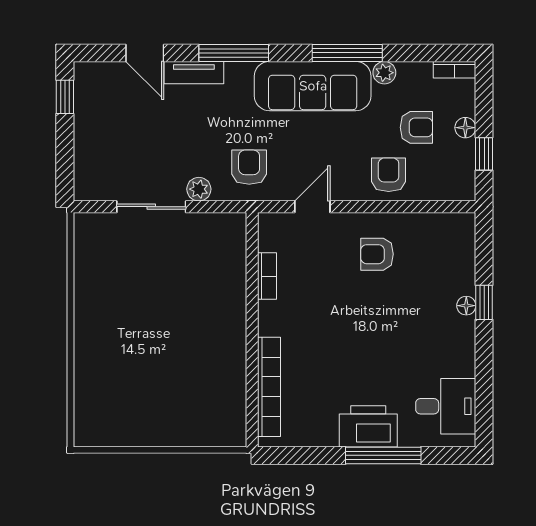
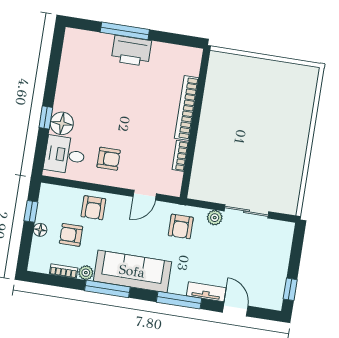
bookcase: (455, 70) -> (64, 271), moved
floor lamp: (466, 306) -> (62, 123), width x1.89, depth x1.89
bookcase: (269, 387) -> (187, 108), moved
desk: (446, 406) -> (65, 155), moved

